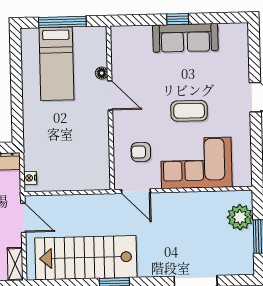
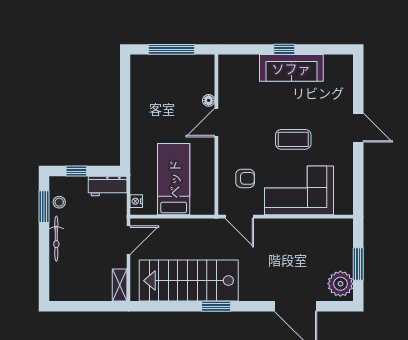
bed: (56, 64) -> (174, 179), moved, turned 180
door: (110, 95) -> (216, 122), swing flipped
armchair: (141, 152) -> (245, 178), turned 180
plant: (240, 217) -> (340, 284), moved
door: (23, 218) -> (129, 240), hinge flipped

